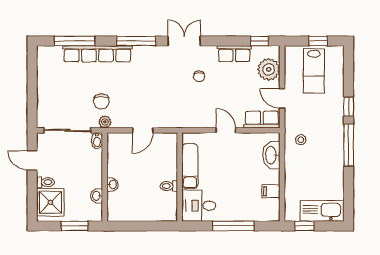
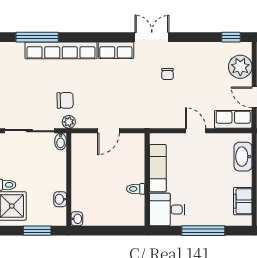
window: (136, 41) -> (102, 37), removed
row of seats: (234, 54) -> (116, 50), moved
chair: (101, 101) -> (65, 100), turned -91
washbasin: (113, 184) -> (77, 219), moved
filing cabinet: (271, 191) -> (243, 201), width x2.00

